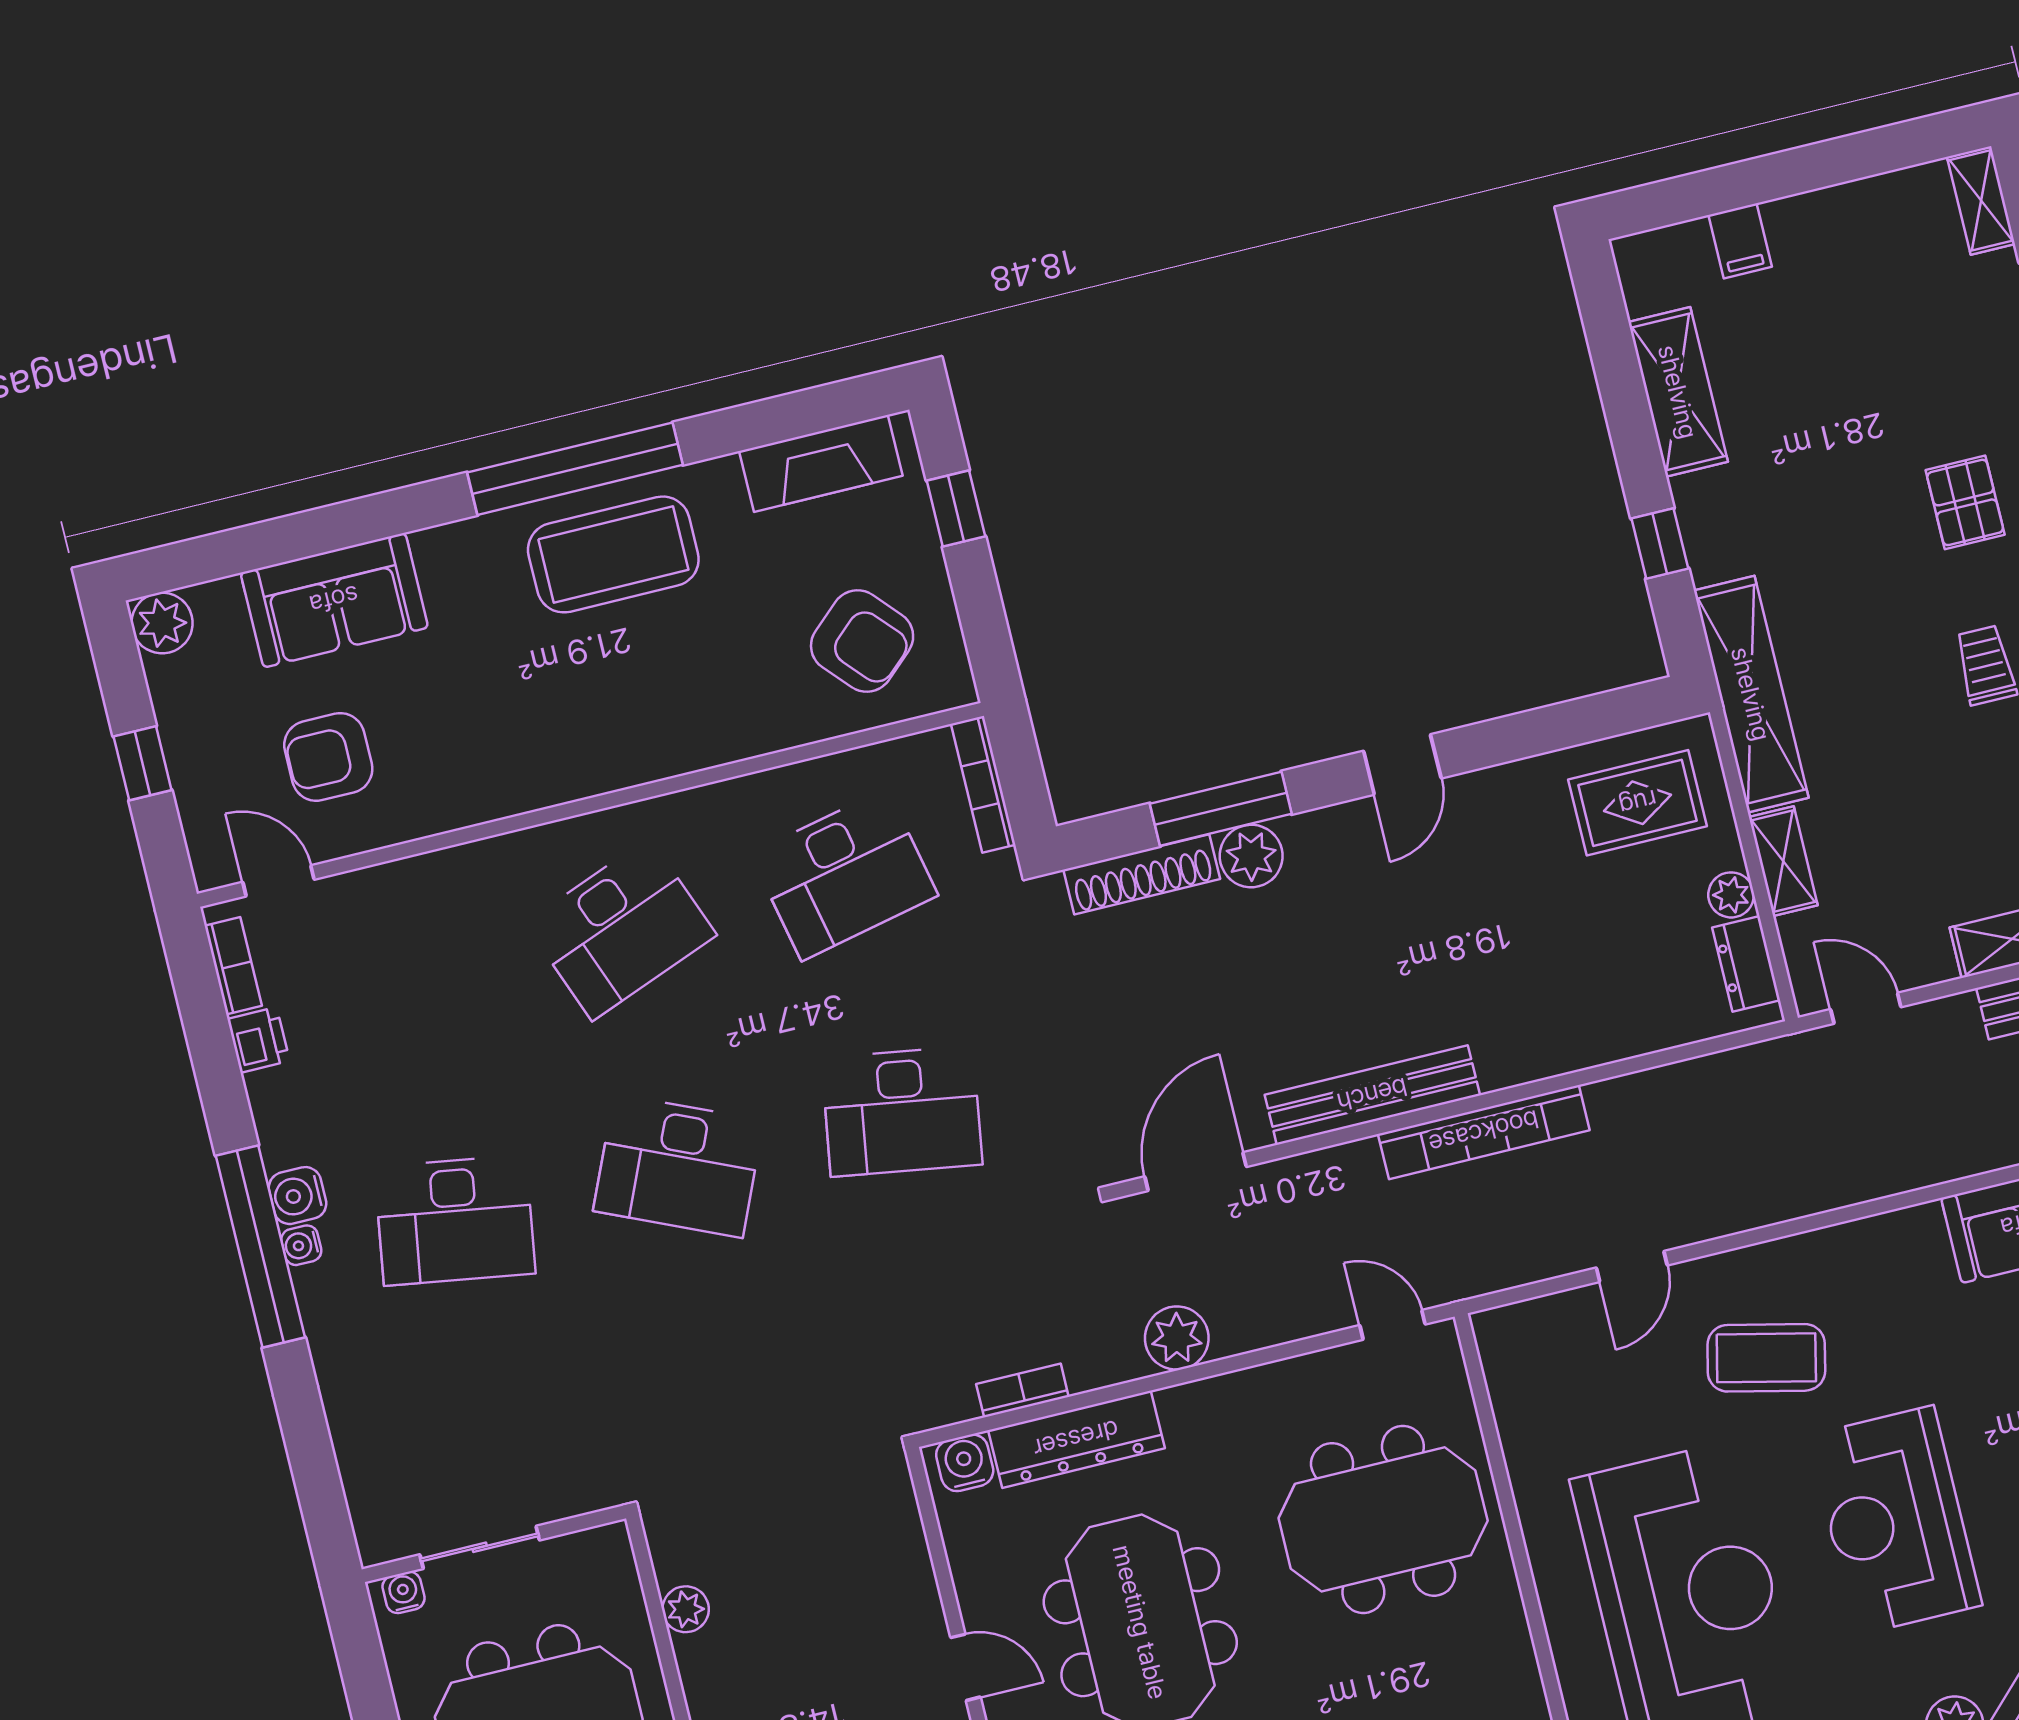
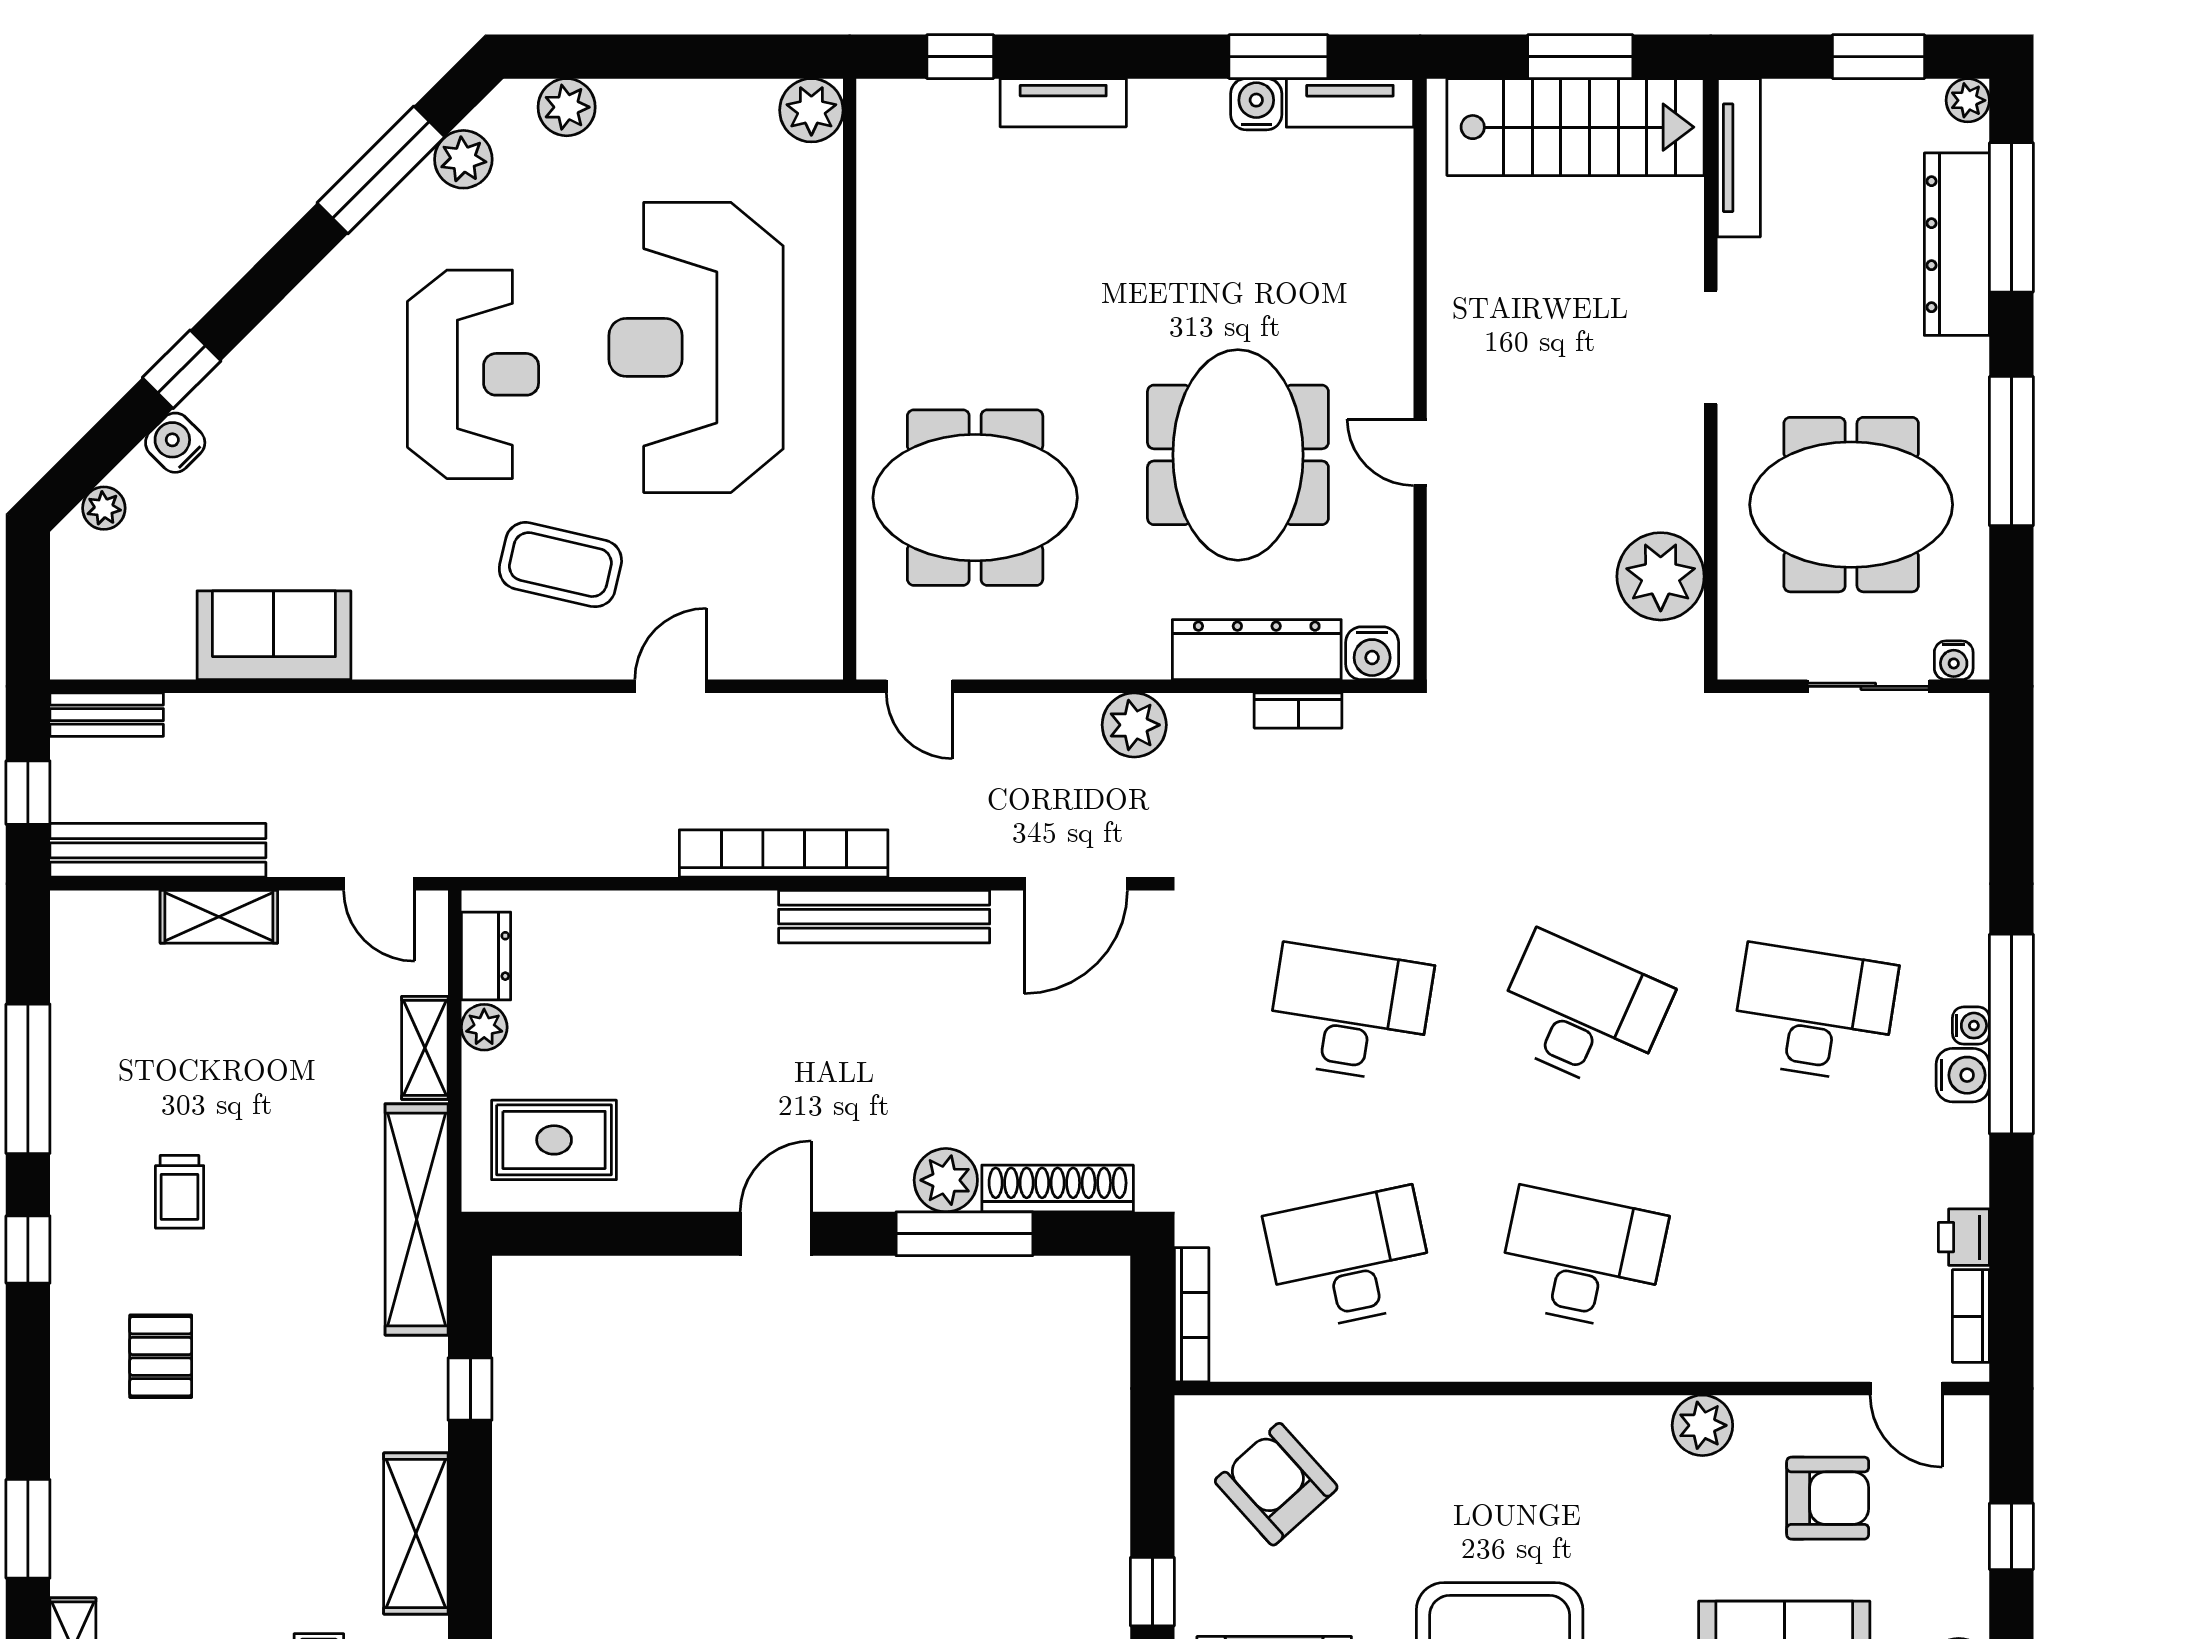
plant: (466, 798) -> (1702, 1425), added
desk: (621, 929) -> (1582, 1259), turned 33
plant: (686, 1609) -> (1661, 576), width x1.88, depth x1.88

